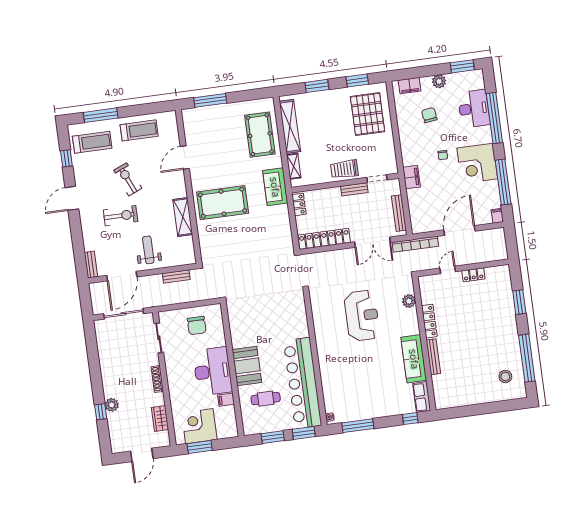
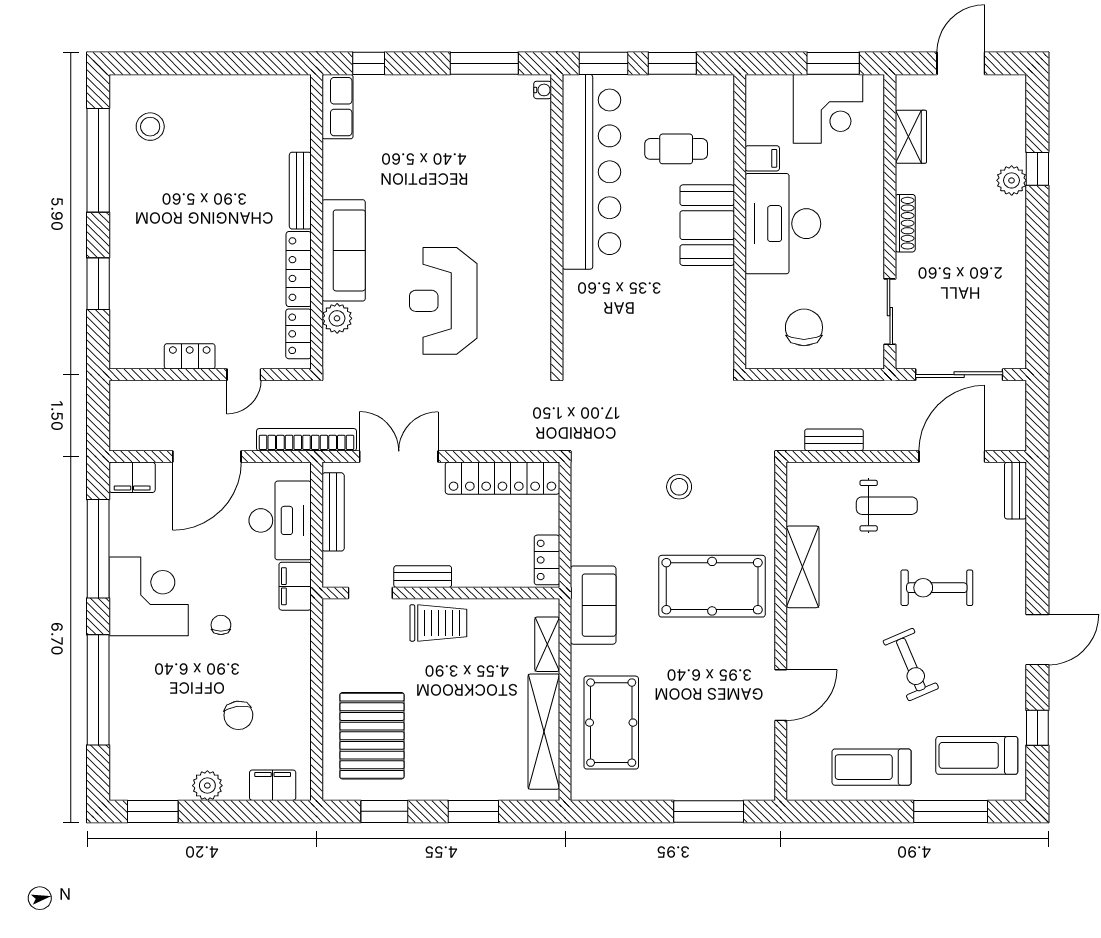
desk: (474, 109) -> (280, 520), moved, turned 180
filing cabinet: (497, 216) -> (132, 477), width x2.00
stool: (244, 246) -> (679, 487), added
weight bench: (148, 250) -> (887, 506), turned -90
locker: (425, 292) -> (299, 334), added
sofa: (414, 359) -> (344, 250), moved

